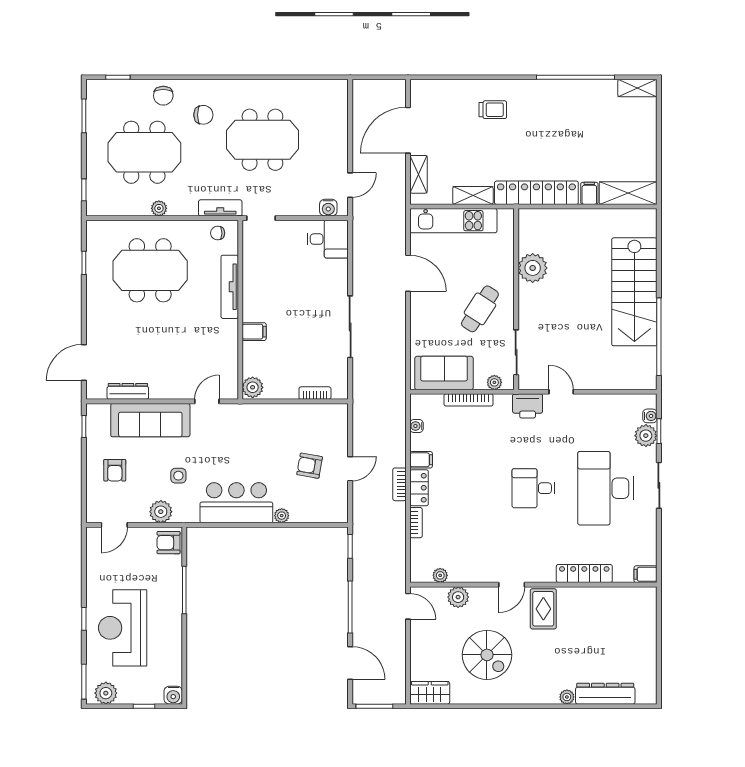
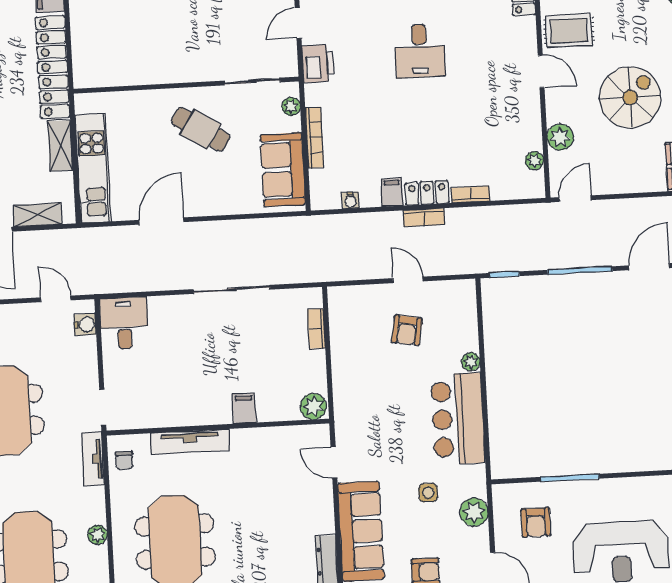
plant: (533, 268) -> (146, 67), removed
armchair: (169, 543) -> (536, 522), moved

